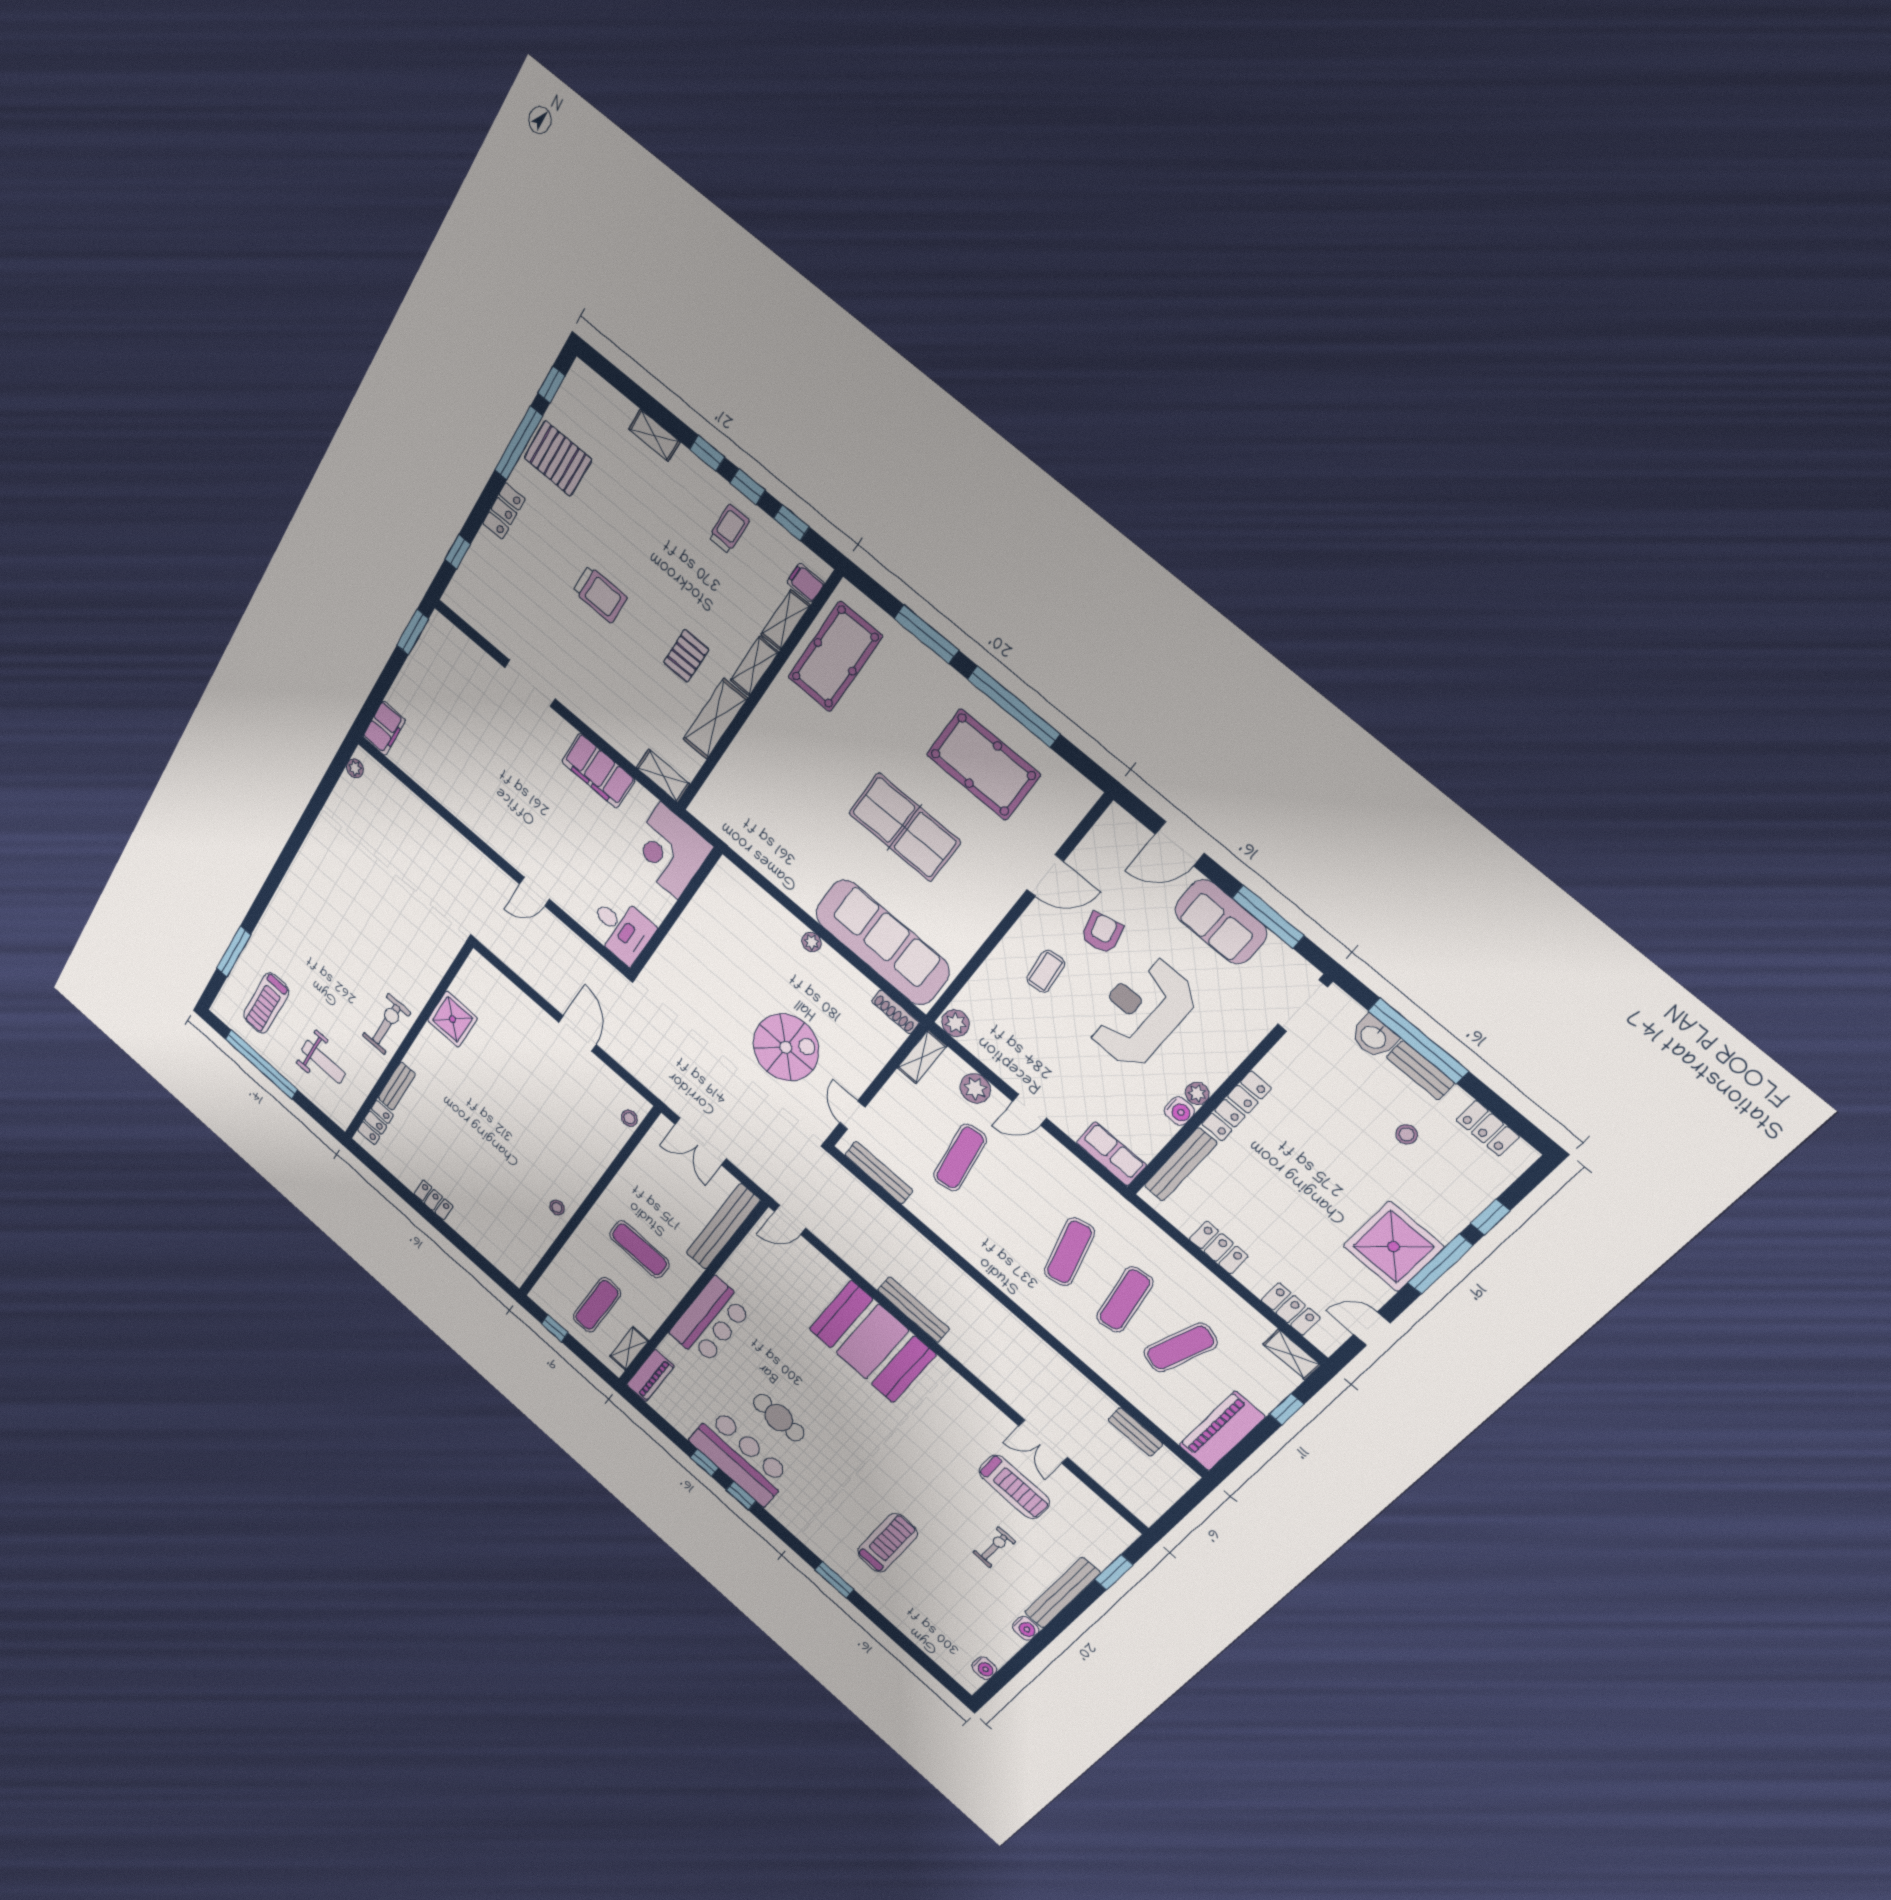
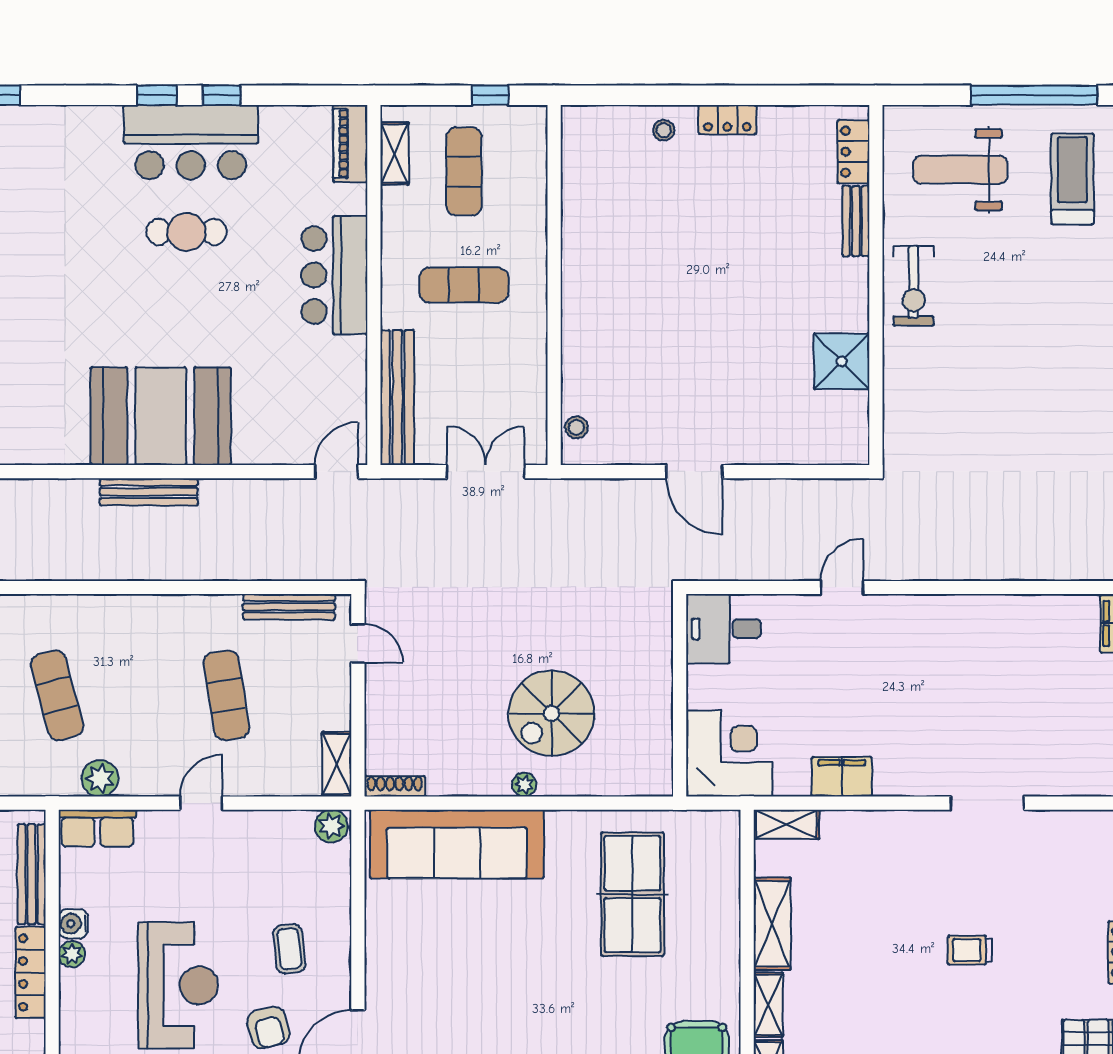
trolley: (600, 594) -> (970, 950), width x0.73, depth x0.72
pallet: (686, 656) -> (842, 961), removed
filing cabinet: (598, 771) -> (842, 777), width x0.67, depth x0.86
table tennis table: (904, 827) -> (632, 894), moved, turned 90
spiral stairs: (786, 1047) -> (551, 713), moved
weight bench: (324, 1062) -> (960, 170), width x1.36, depth x1.33
plant: (975, 1088) -> (100, 778), moved
stool: (557, 1208) -> (664, 130), moved

